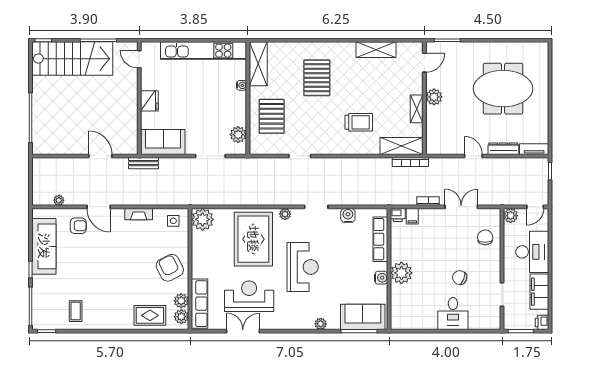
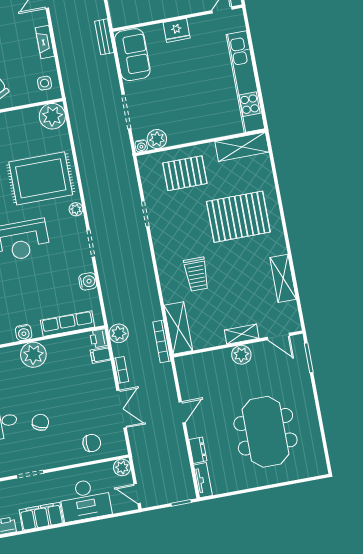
pallet: (317, 78) -> (238, 217), width x1.37, depth x1.41
water cooler: (242, 85) -> (141, 146), moved
shelving: (417, 109) -> (242, 334), moved
dresser: (503, 149) -> (198, 450), width x0.70
plant: (397, 197) -> (119, 333), added

